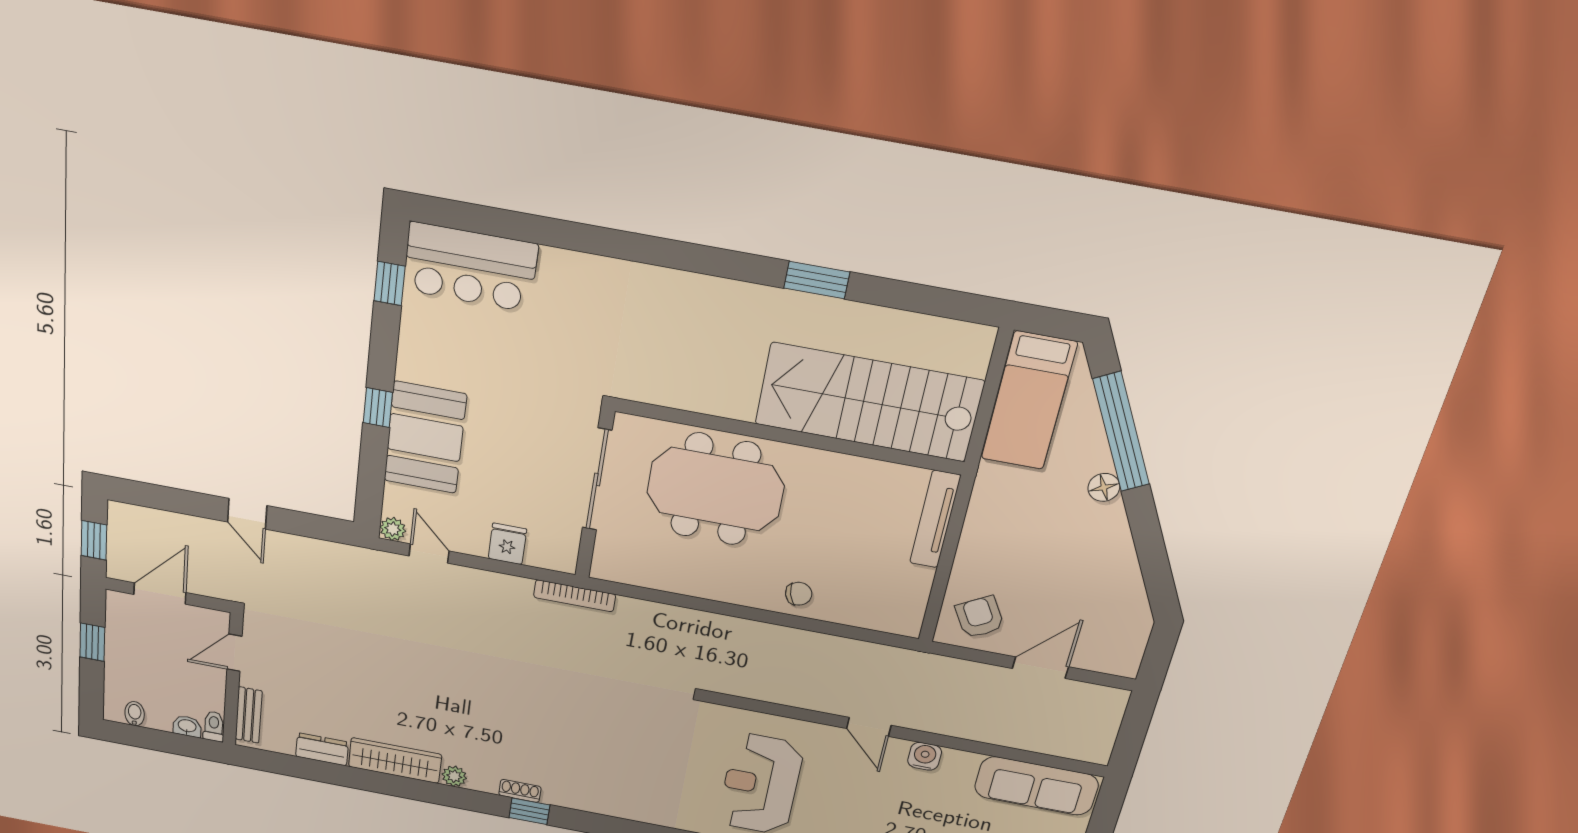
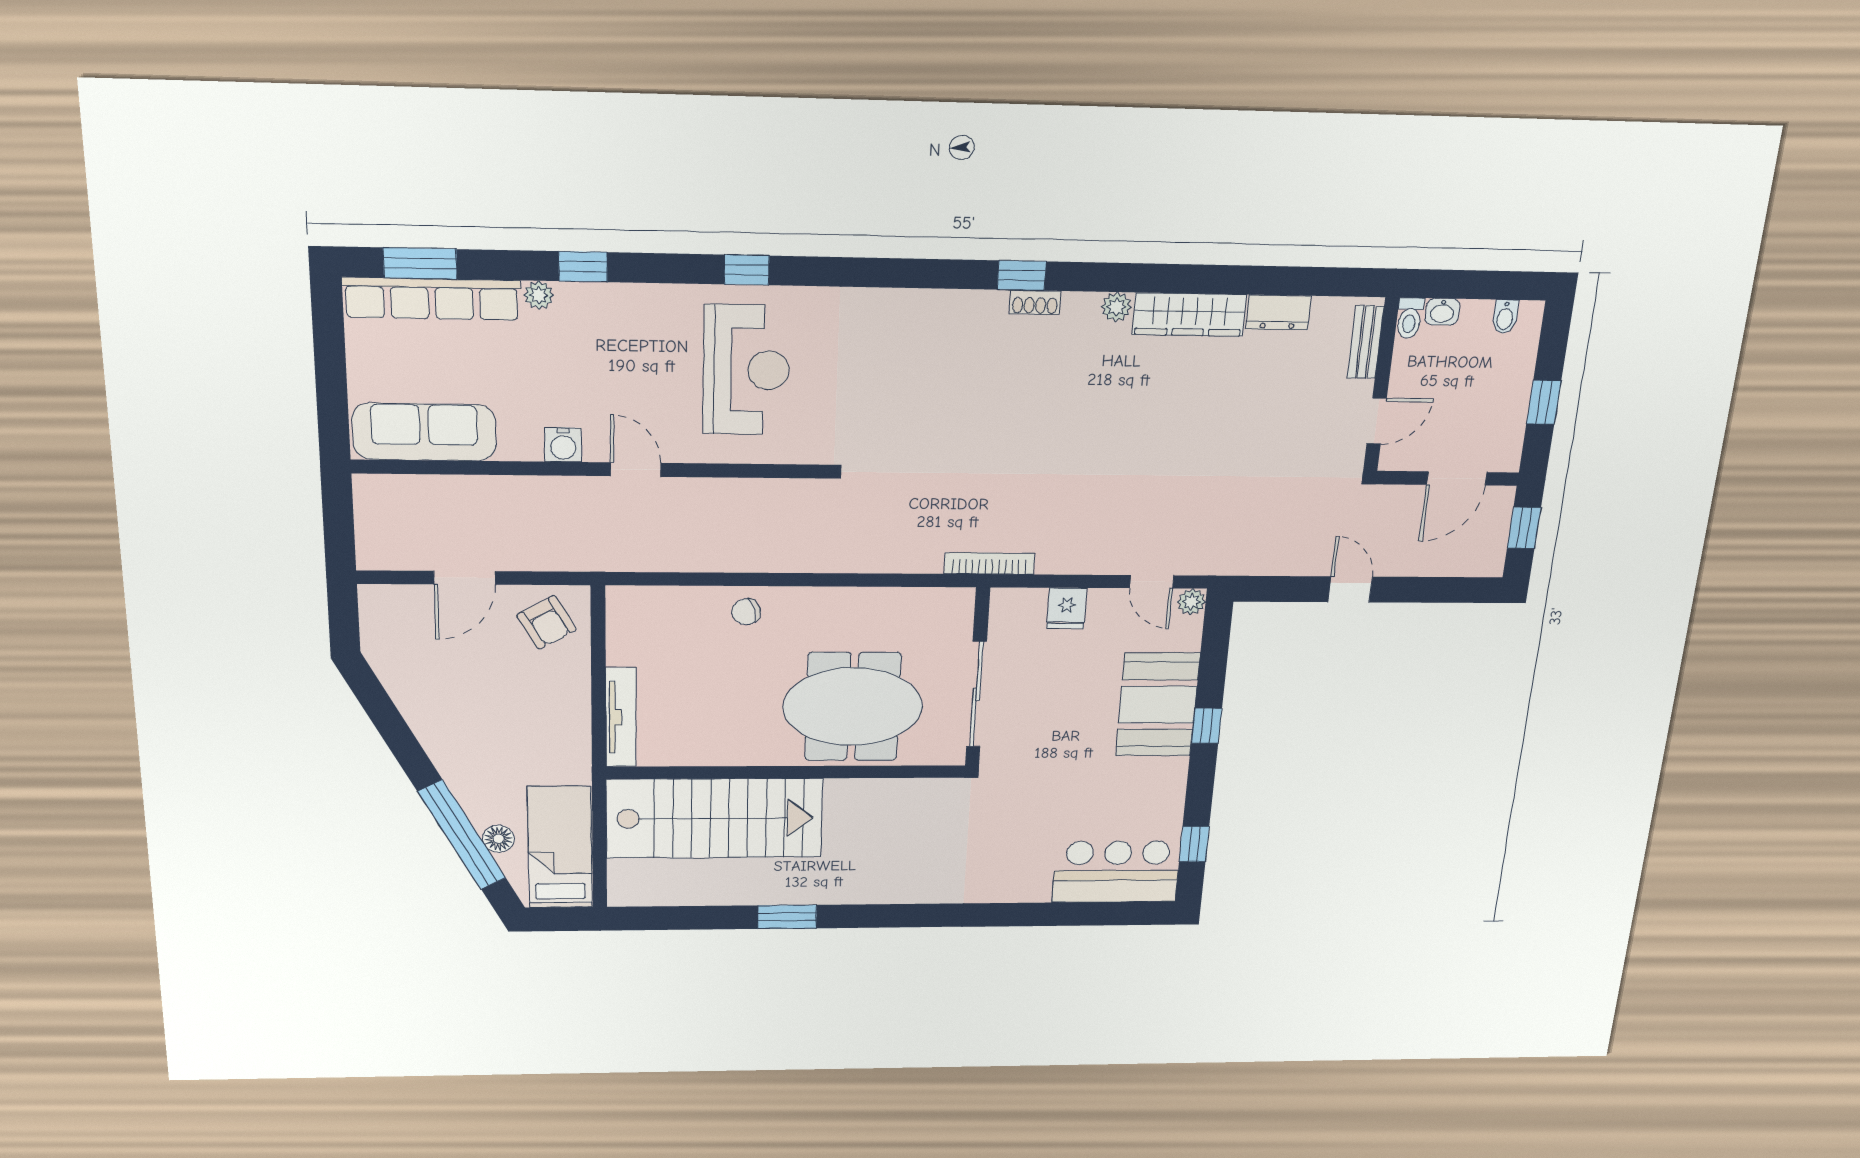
floor lamp: (1104, 487) -> (498, 839), moved

